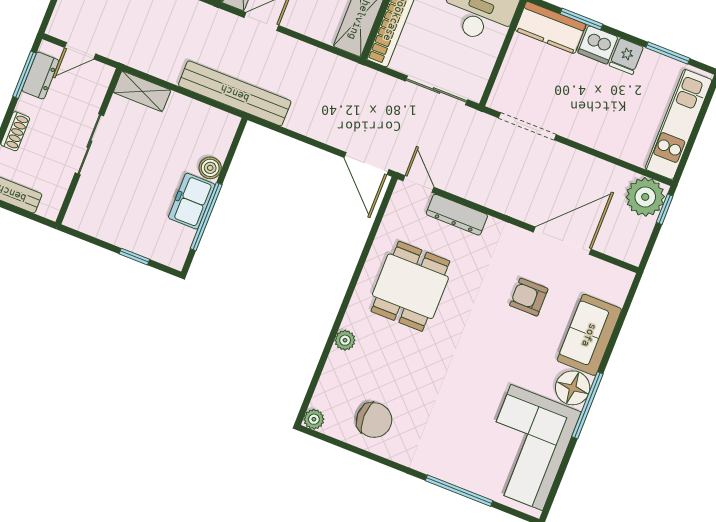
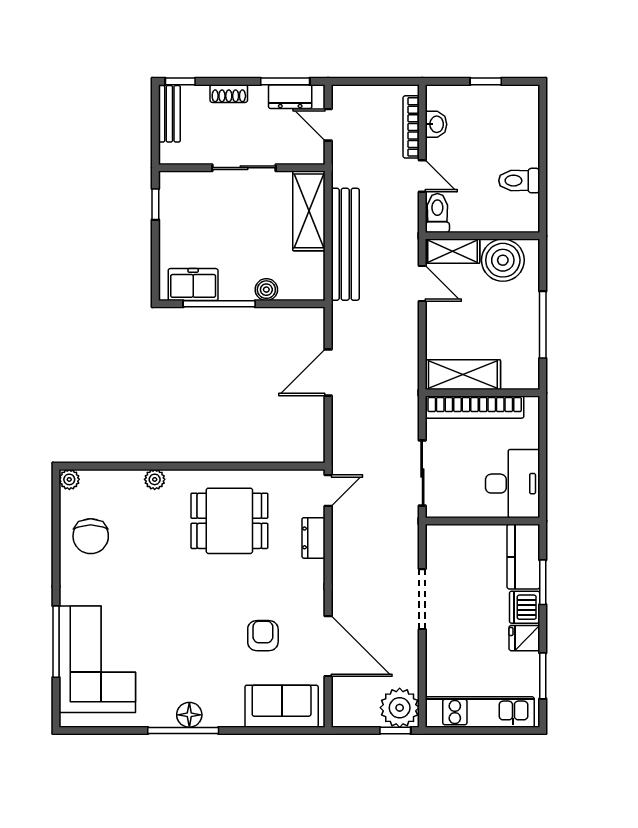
shelving: (142, 91) -> (309, 211), width x1.50, depth x1.33
bench: (235, 93) -> (345, 244), moved
doorway: (527, 126) -> (422, 599), moved
door: (366, 163) -> (328, 372), moved
freezer: (192, 201) -> (193, 285), moved
dresser: (457, 215) -> (313, 538), width x0.70
window: (134, 257) -> (155, 204), moved
sofa: (589, 335) -> (282, 706), moved
floor lamp: (573, 388) -> (189, 715), width x0.73, depth x0.73
corner sofa: (527, 447) -> (97, 659), moved, turned 90

